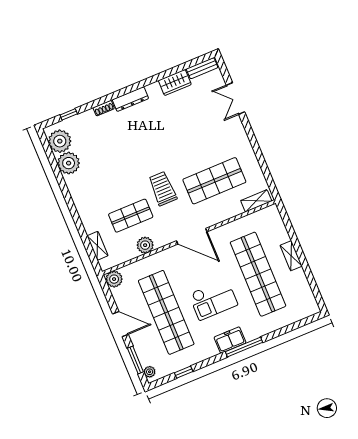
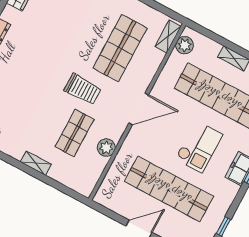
trolley: (163, 189) -> (83, 89), turned 180
shelving: (97, 246) -> (36, 163), moved
plant: (114, 279) -> (185, 45), moved

